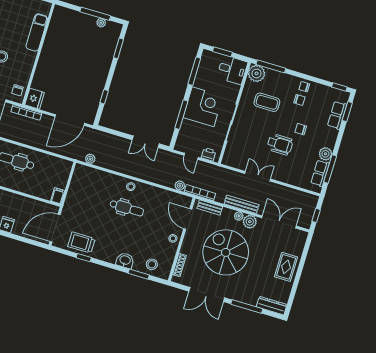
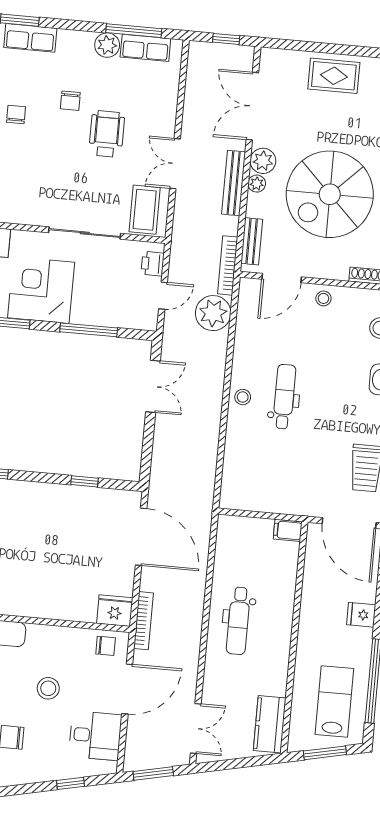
coffee table: (267, 102) -> (145, 210), moved
corner desk: (203, 107) -> (41, 290), moved
plant: (90, 159) -> (206, 484), removed
plant: (180, 186) -> (213, 313), width x1.88, depth x1.88

